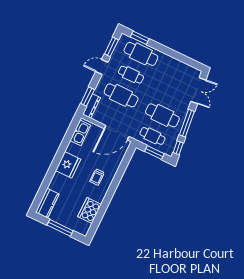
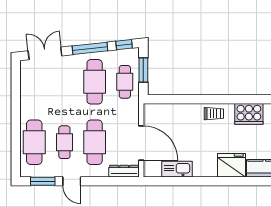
window: (140, 38) -> (16, 153), removed
window: (88, 96) -> (115, 181), removed
kitchen sink: (80, 133) -> (177, 169), moved
door: (117, 133) -> (141, 143), moved
fridge: (68, 165) -> (232, 165), moved
trolley: (97, 177) -> (214, 114), moved

